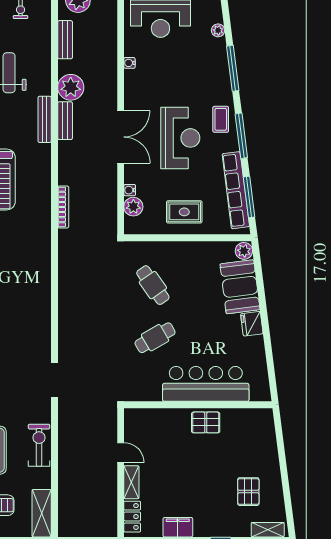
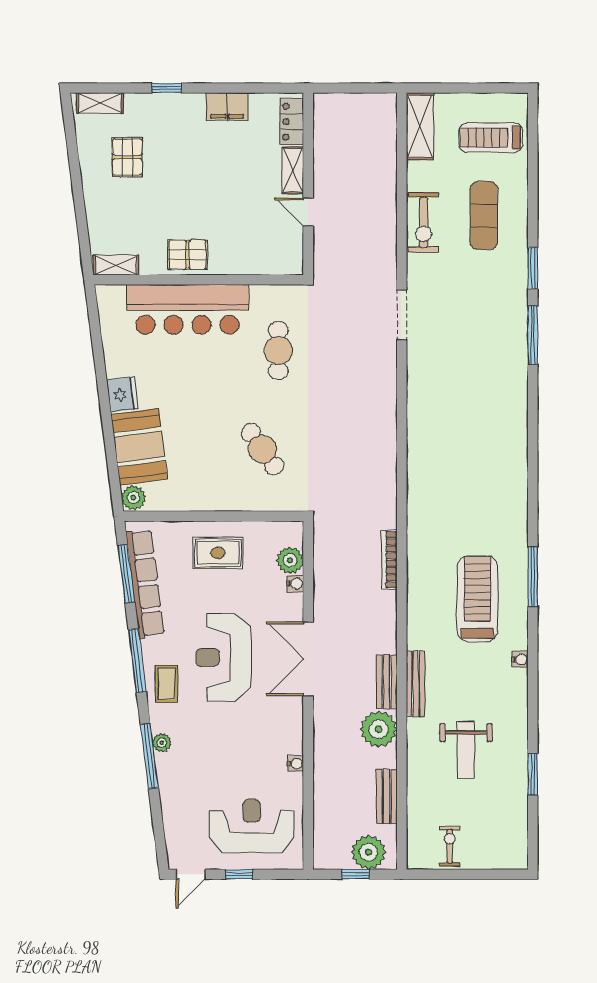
plant: (218, 30) -> (162, 743), moved
cafe table: (155, 338) -> (278, 351), moved, turned -60
shelving: (256, 415) -> (116, 265), added

